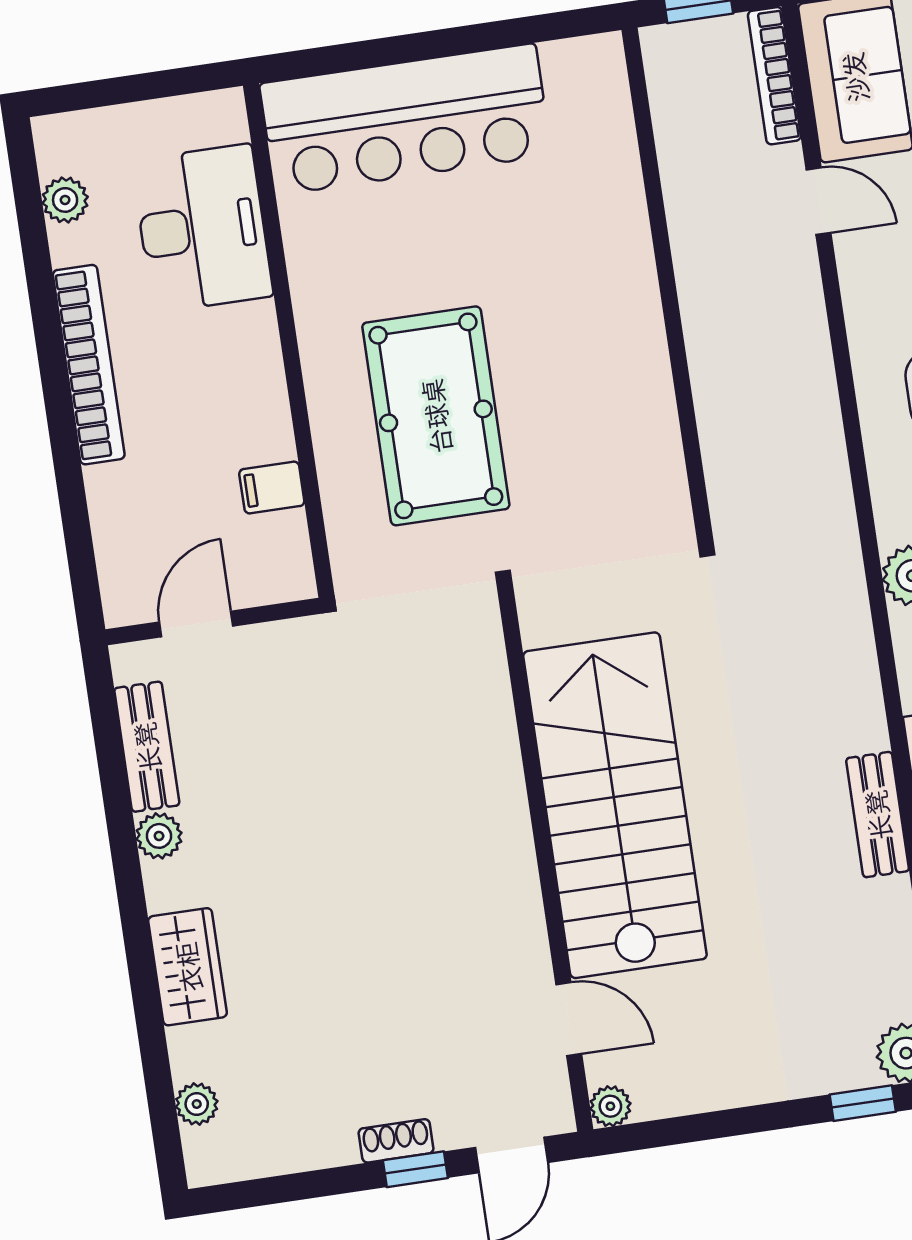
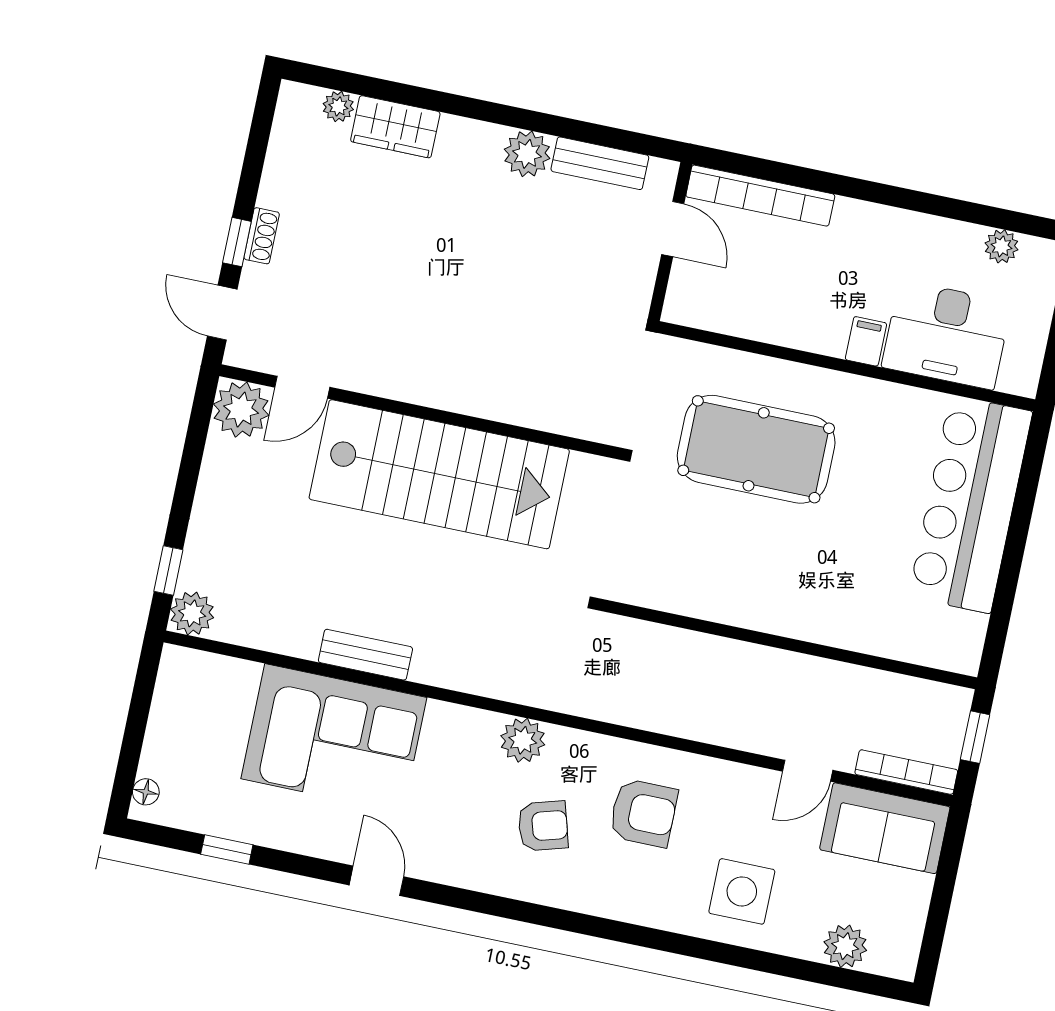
bookcase: (89, 365) -> (760, 196), moved
filing cabinet: (272, 488) -> (866, 341), moved
plant: (159, 836) -> (527, 154), width x1.38, depth x1.38
wardrobe: (188, 967) -> (395, 127), moved
plant: (610, 1106) -> (241, 410), width x1.87, depth x1.87

